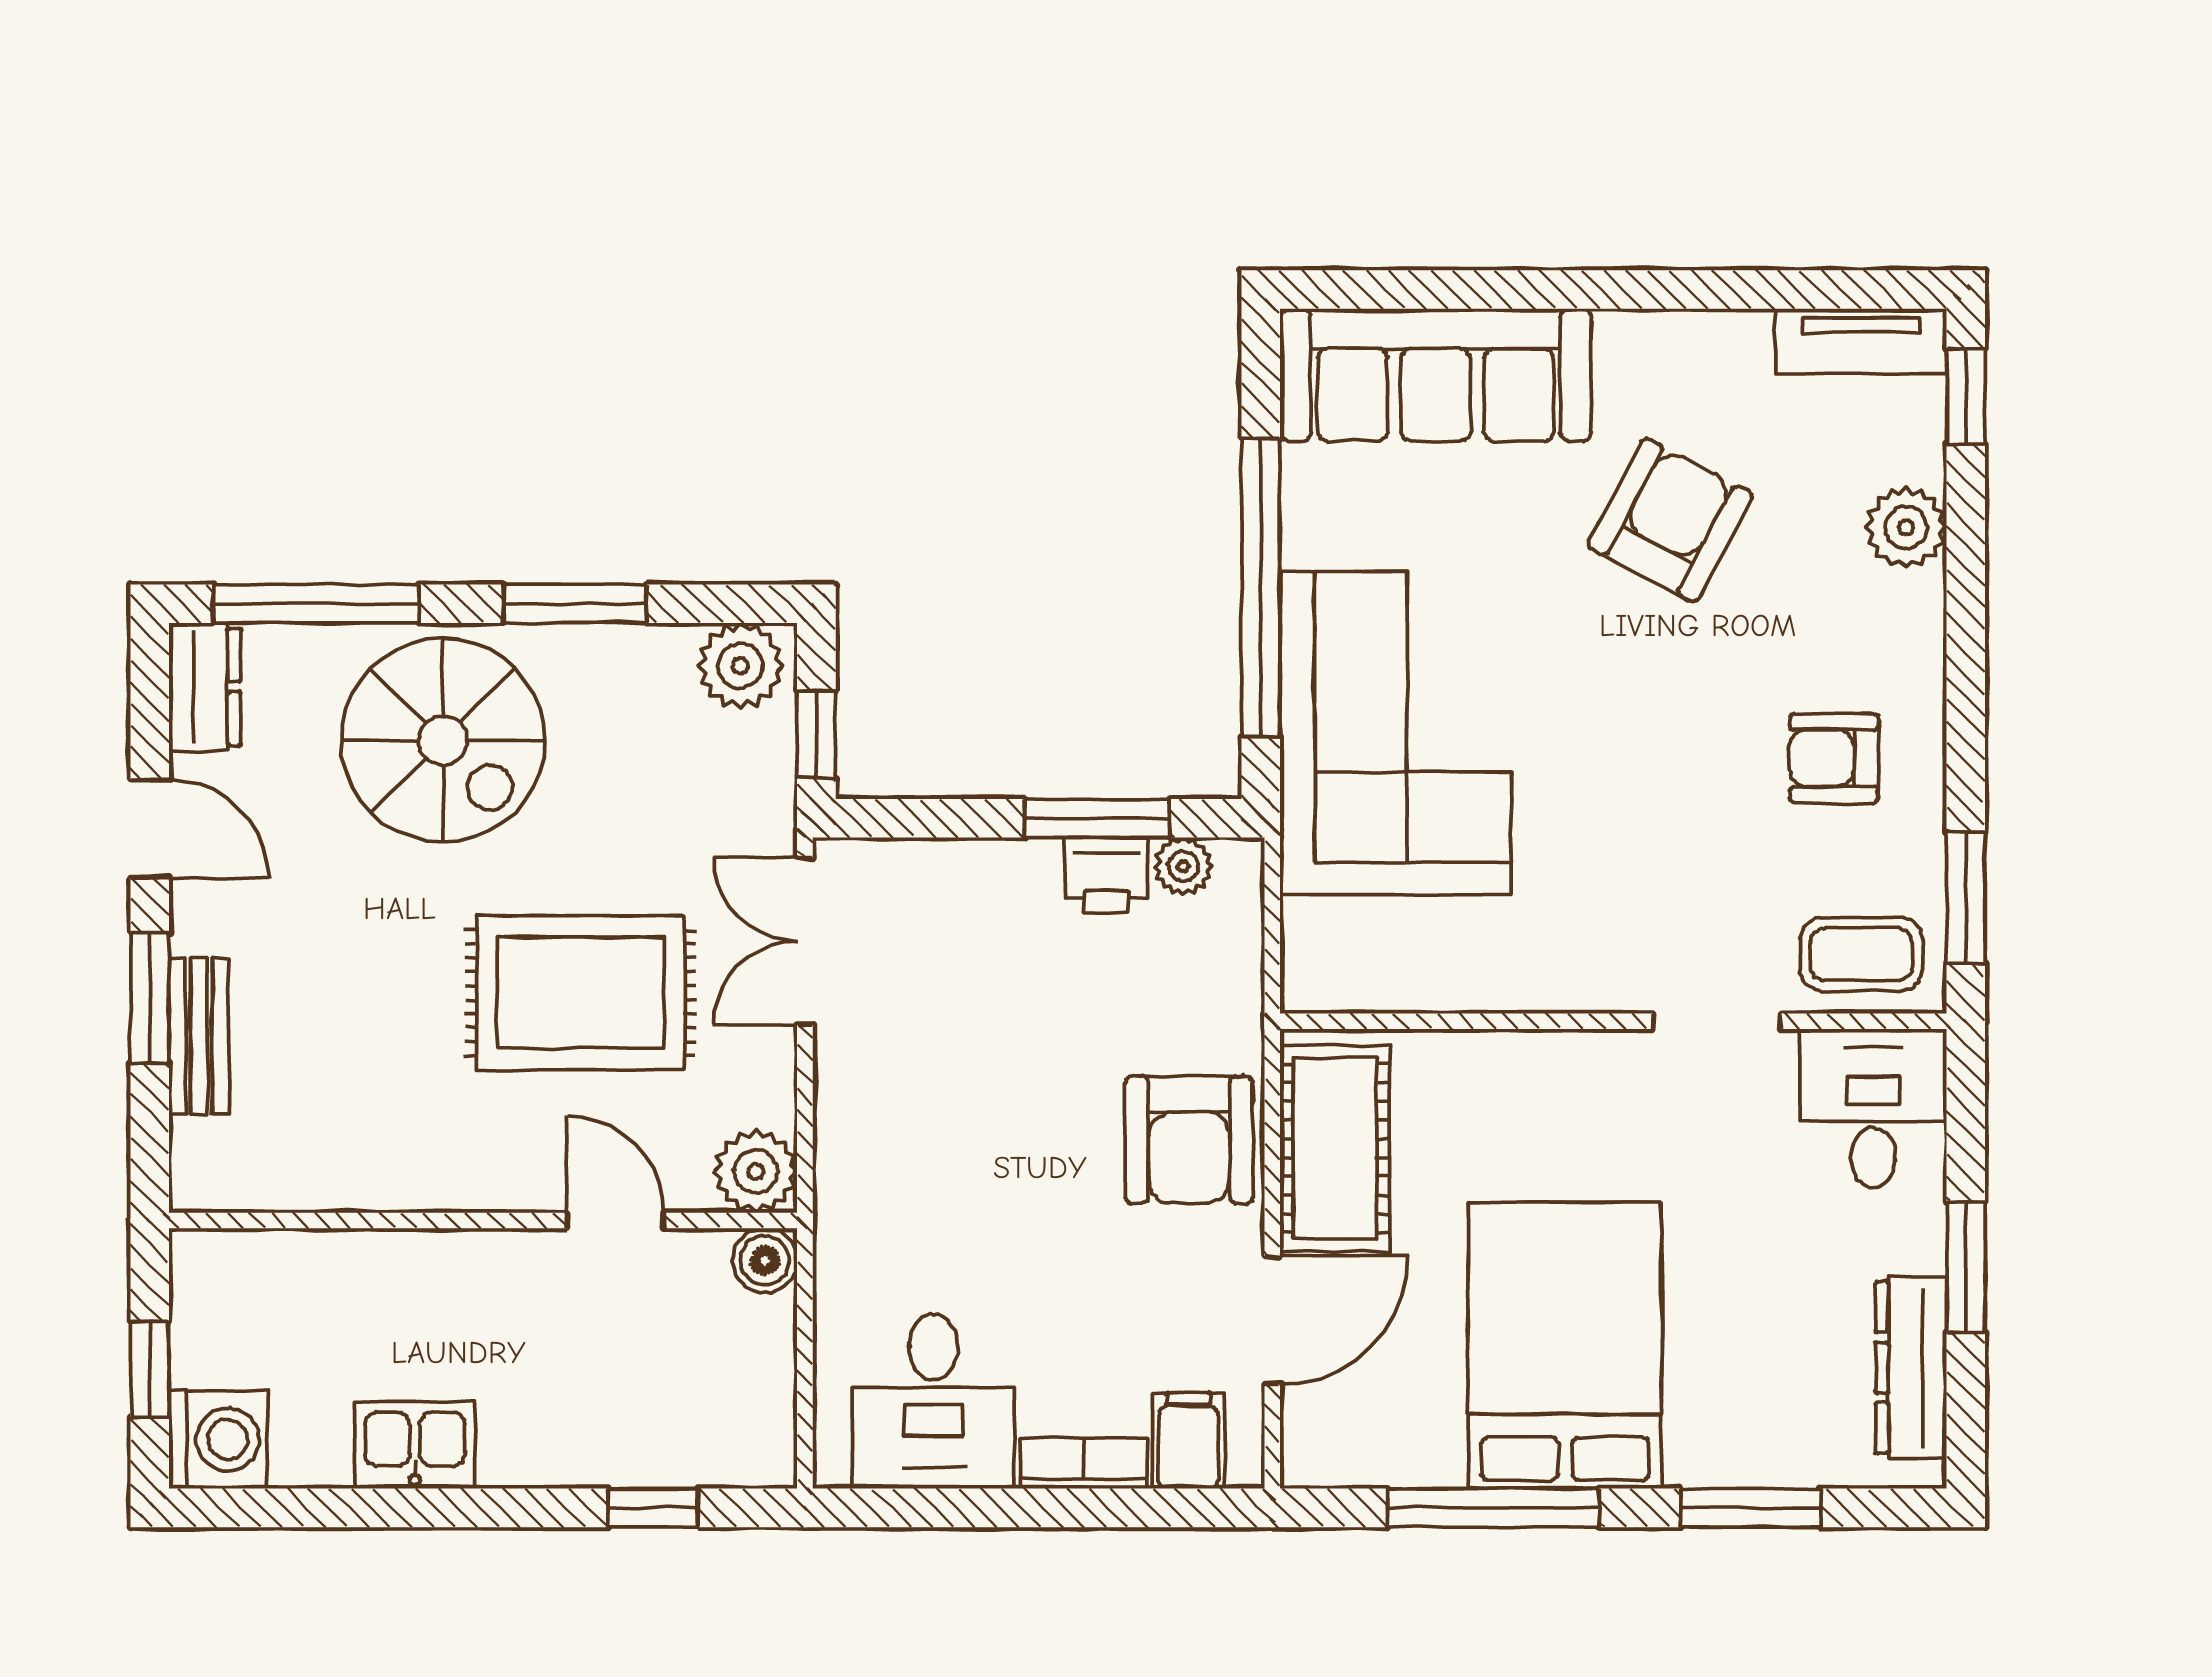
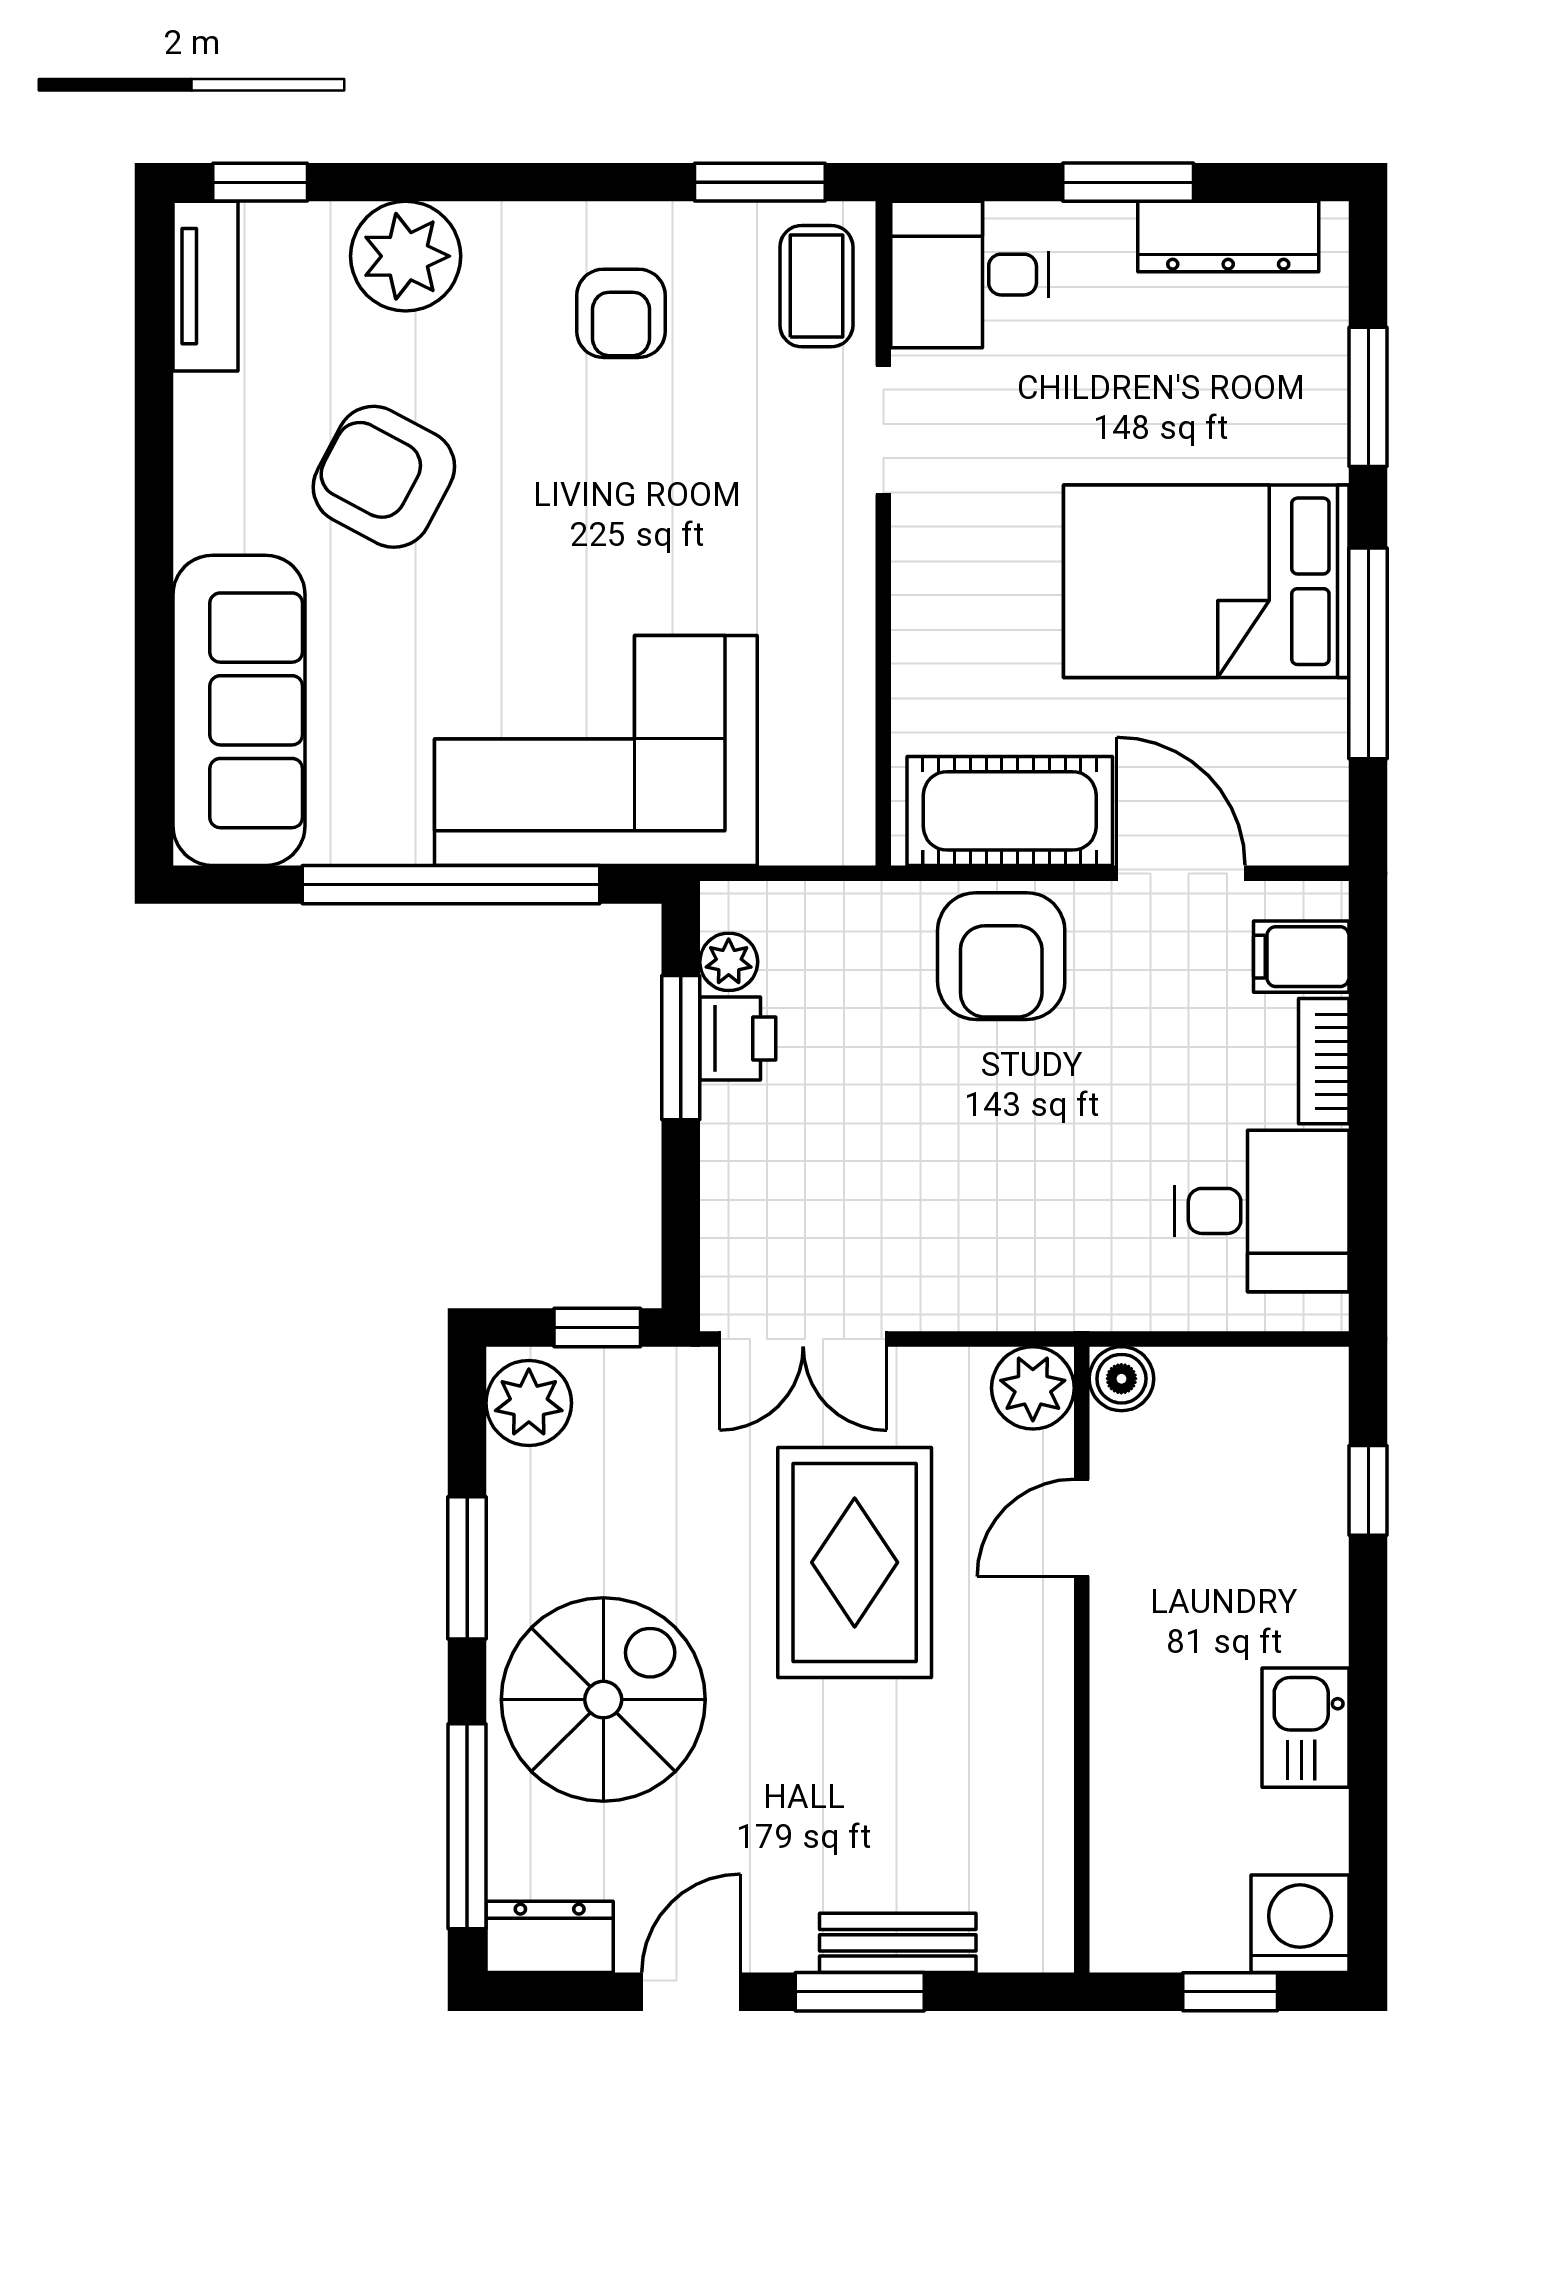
plant: (1906, 527) -> (406, 256), width x1.36, depth x1.36
armchair: (1189, 1140) -> (1001, 956), turned 90

